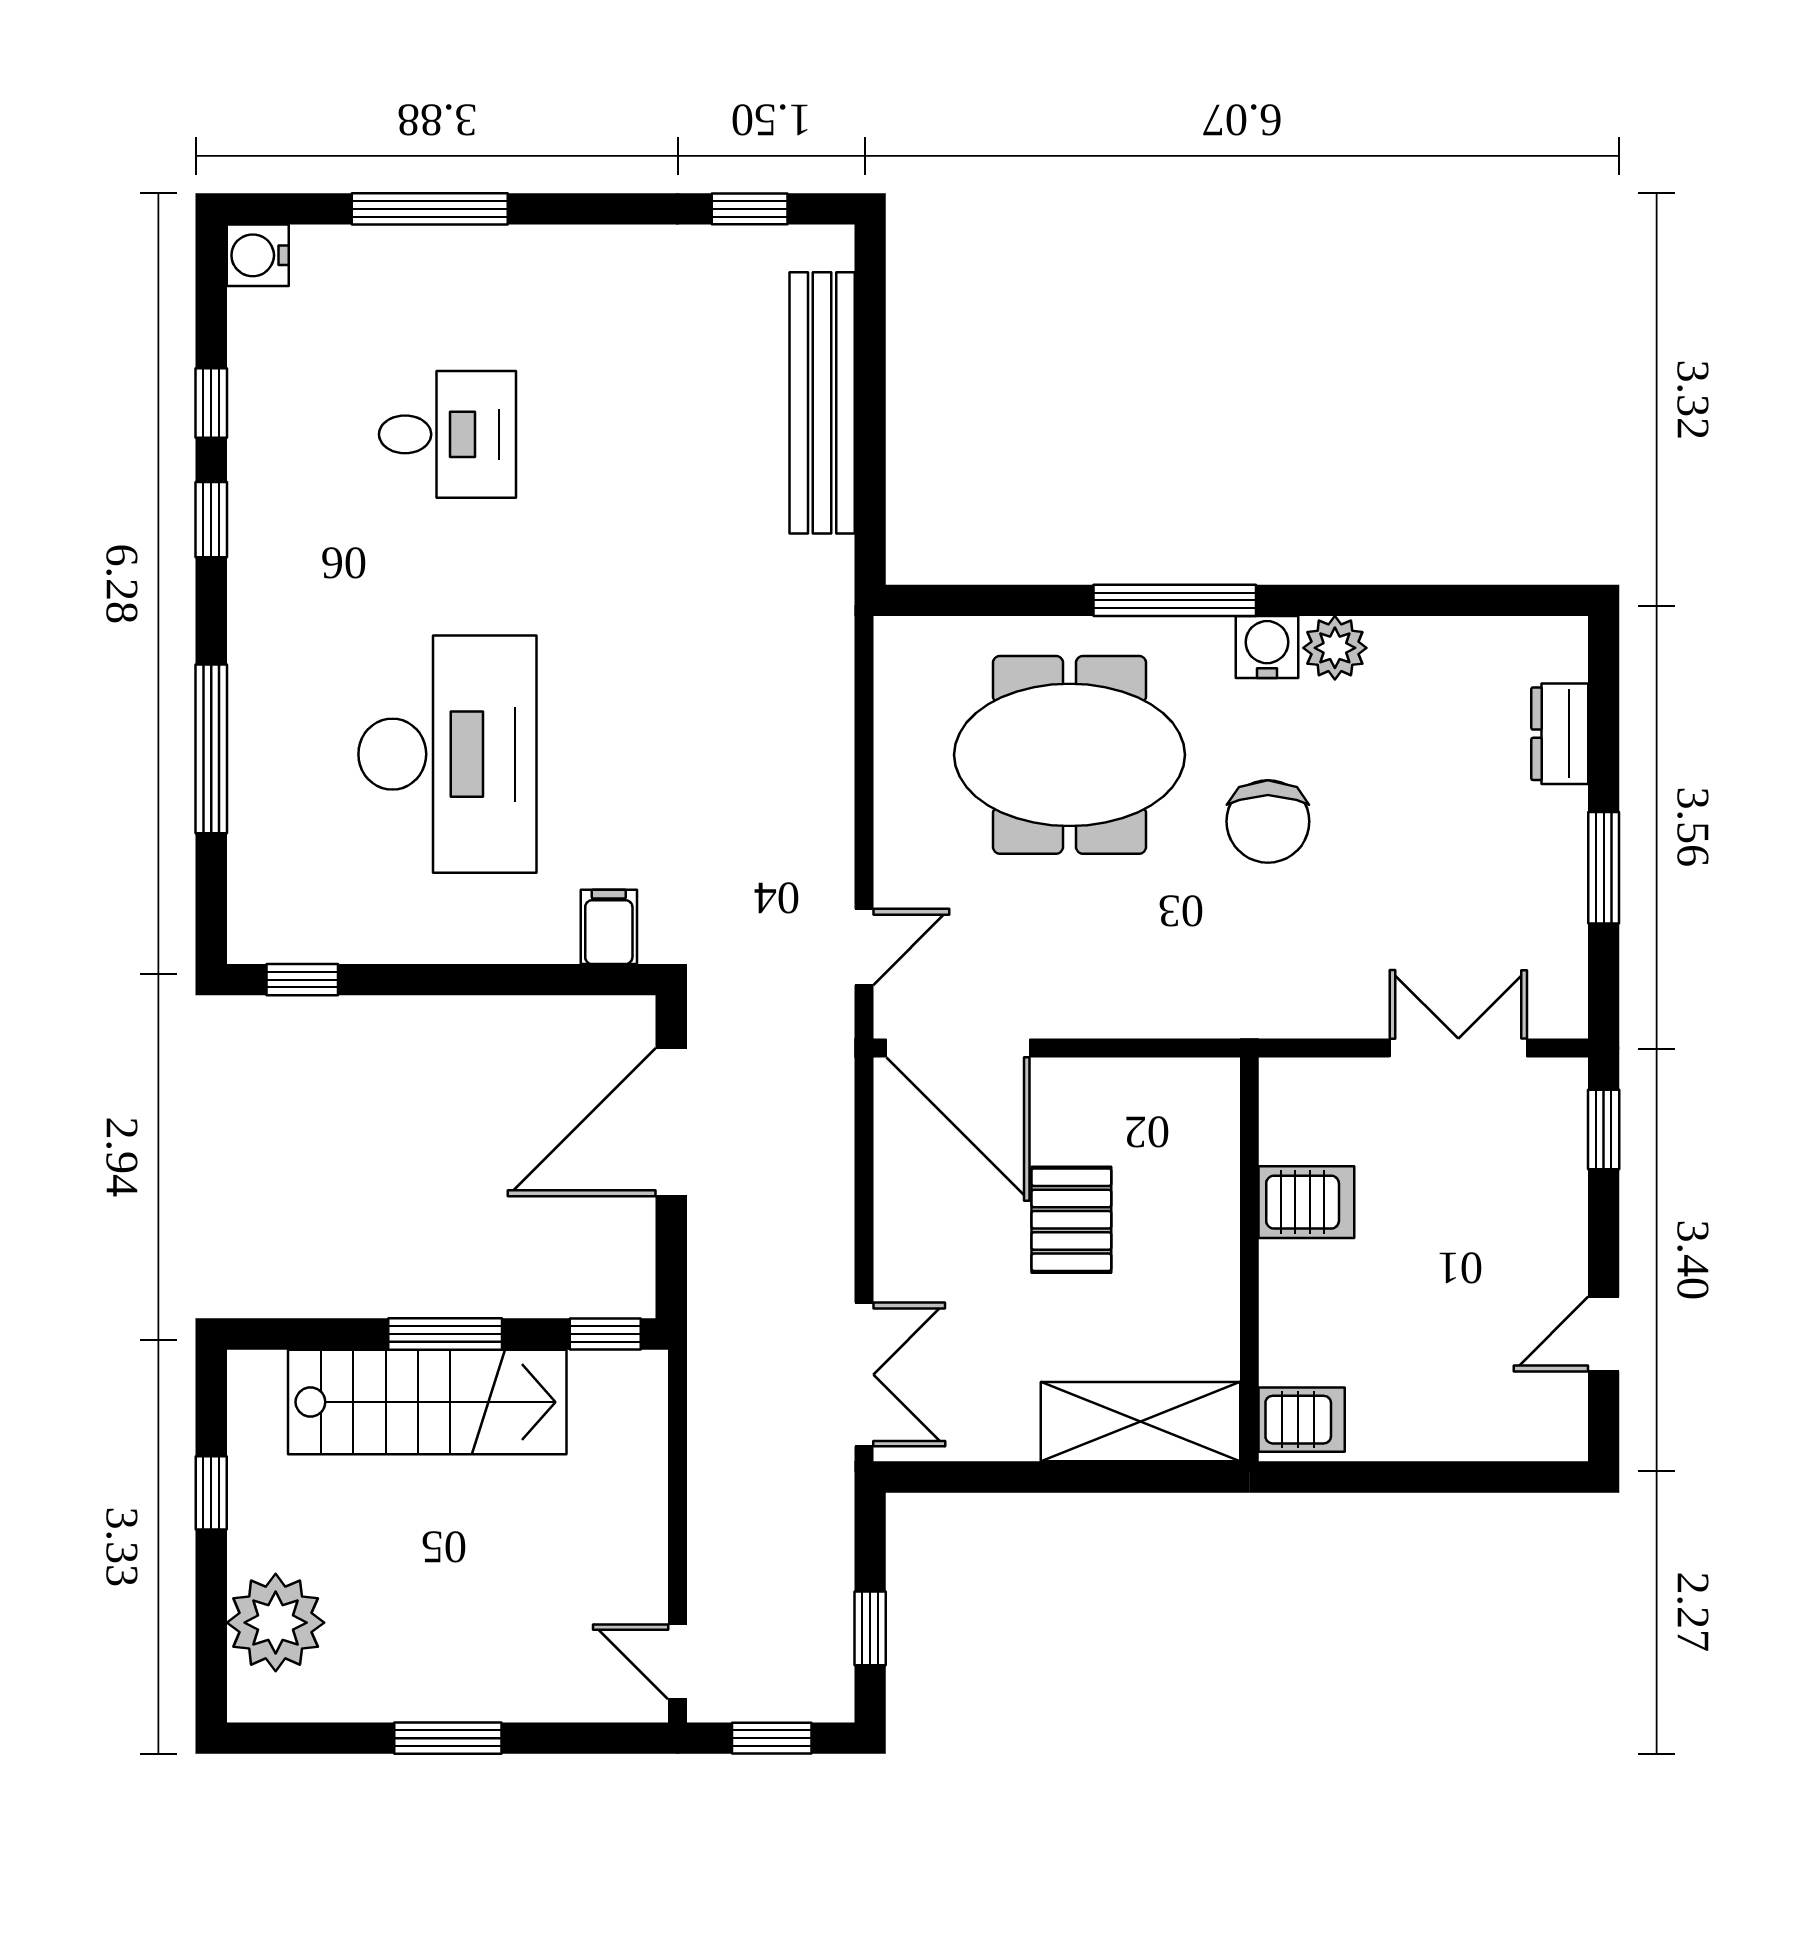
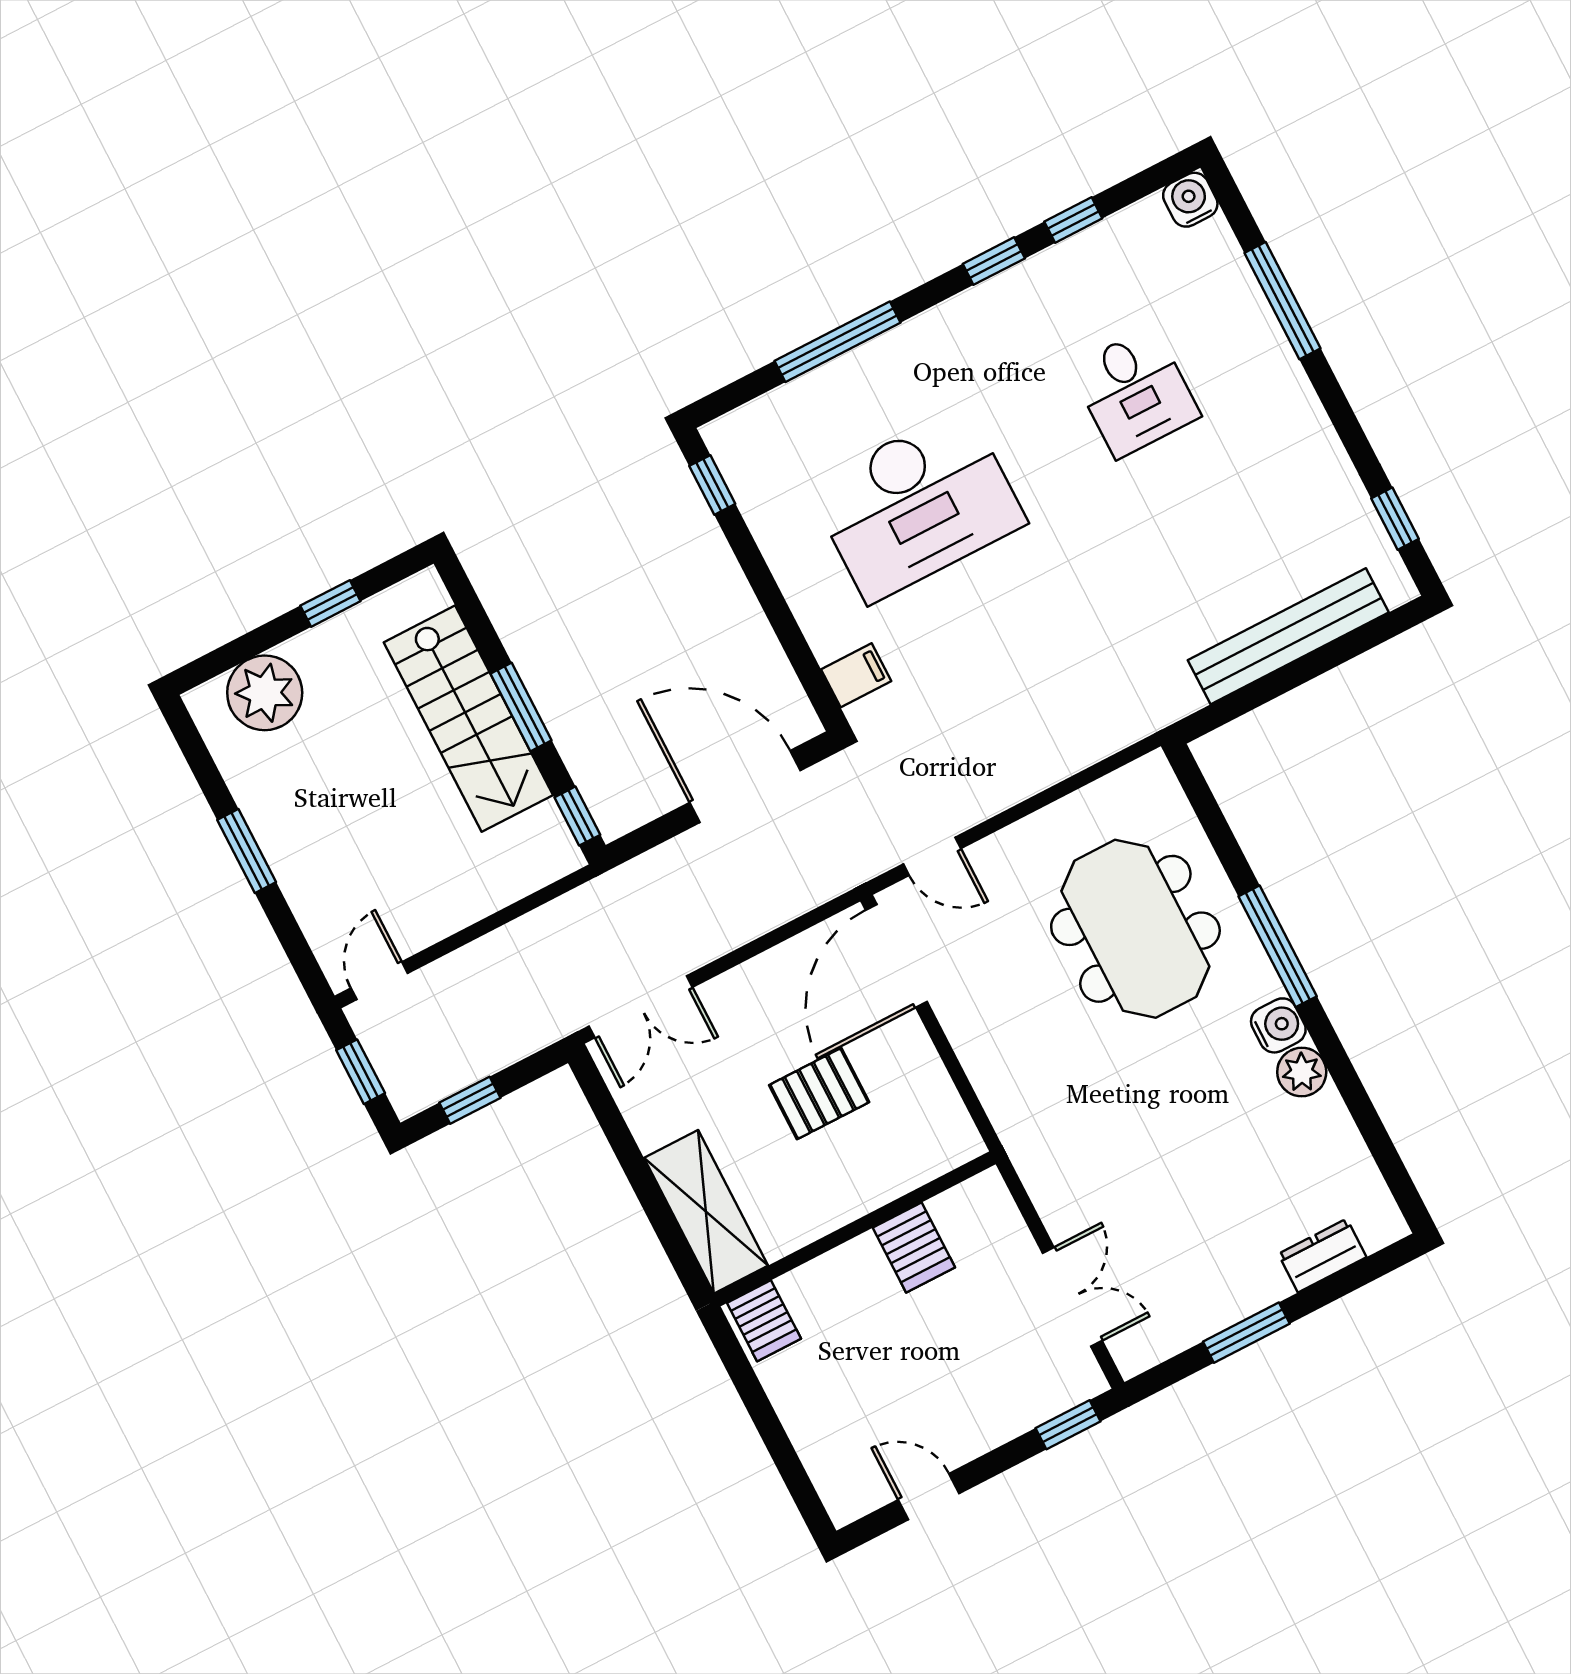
chair: (1268, 821) -> (1160, 1087), removed

